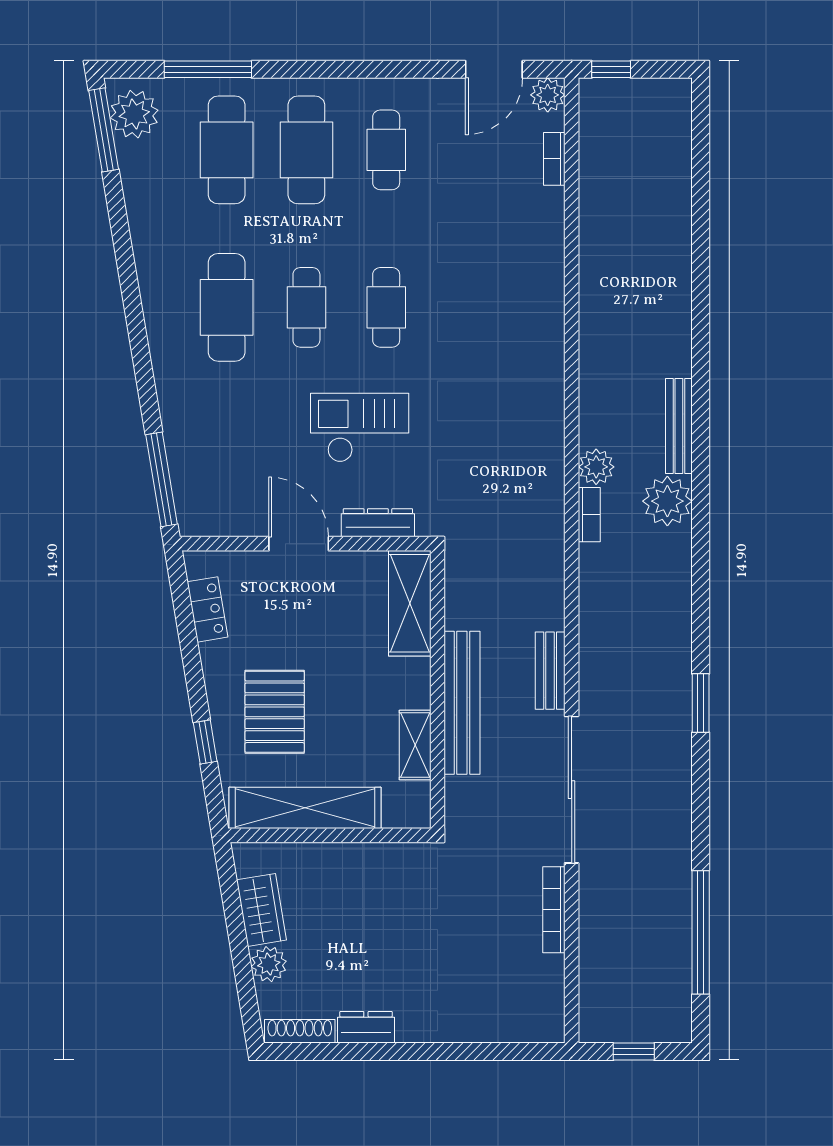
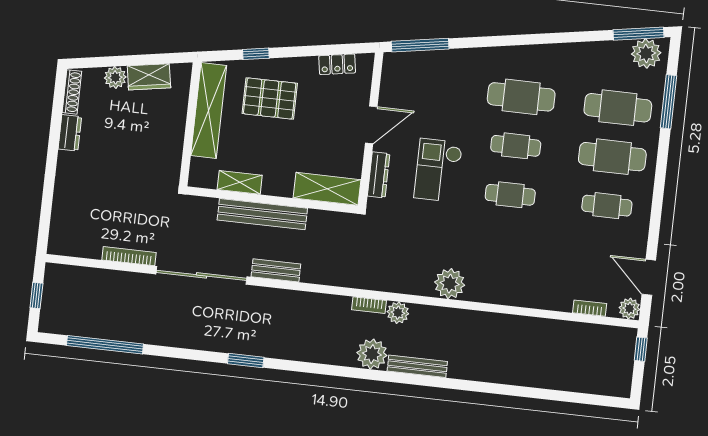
plant: (540, 389) -> (450, 284), added
checkout: (360, 428) -> (438, 170), turned 180

